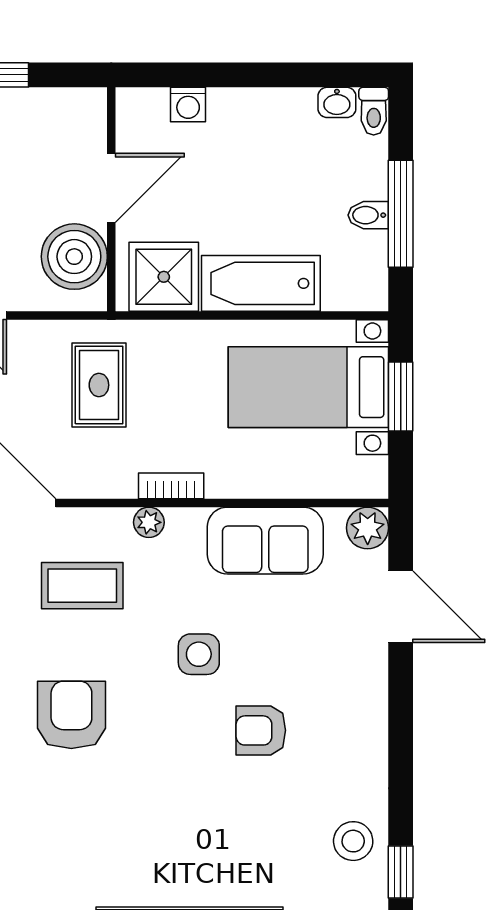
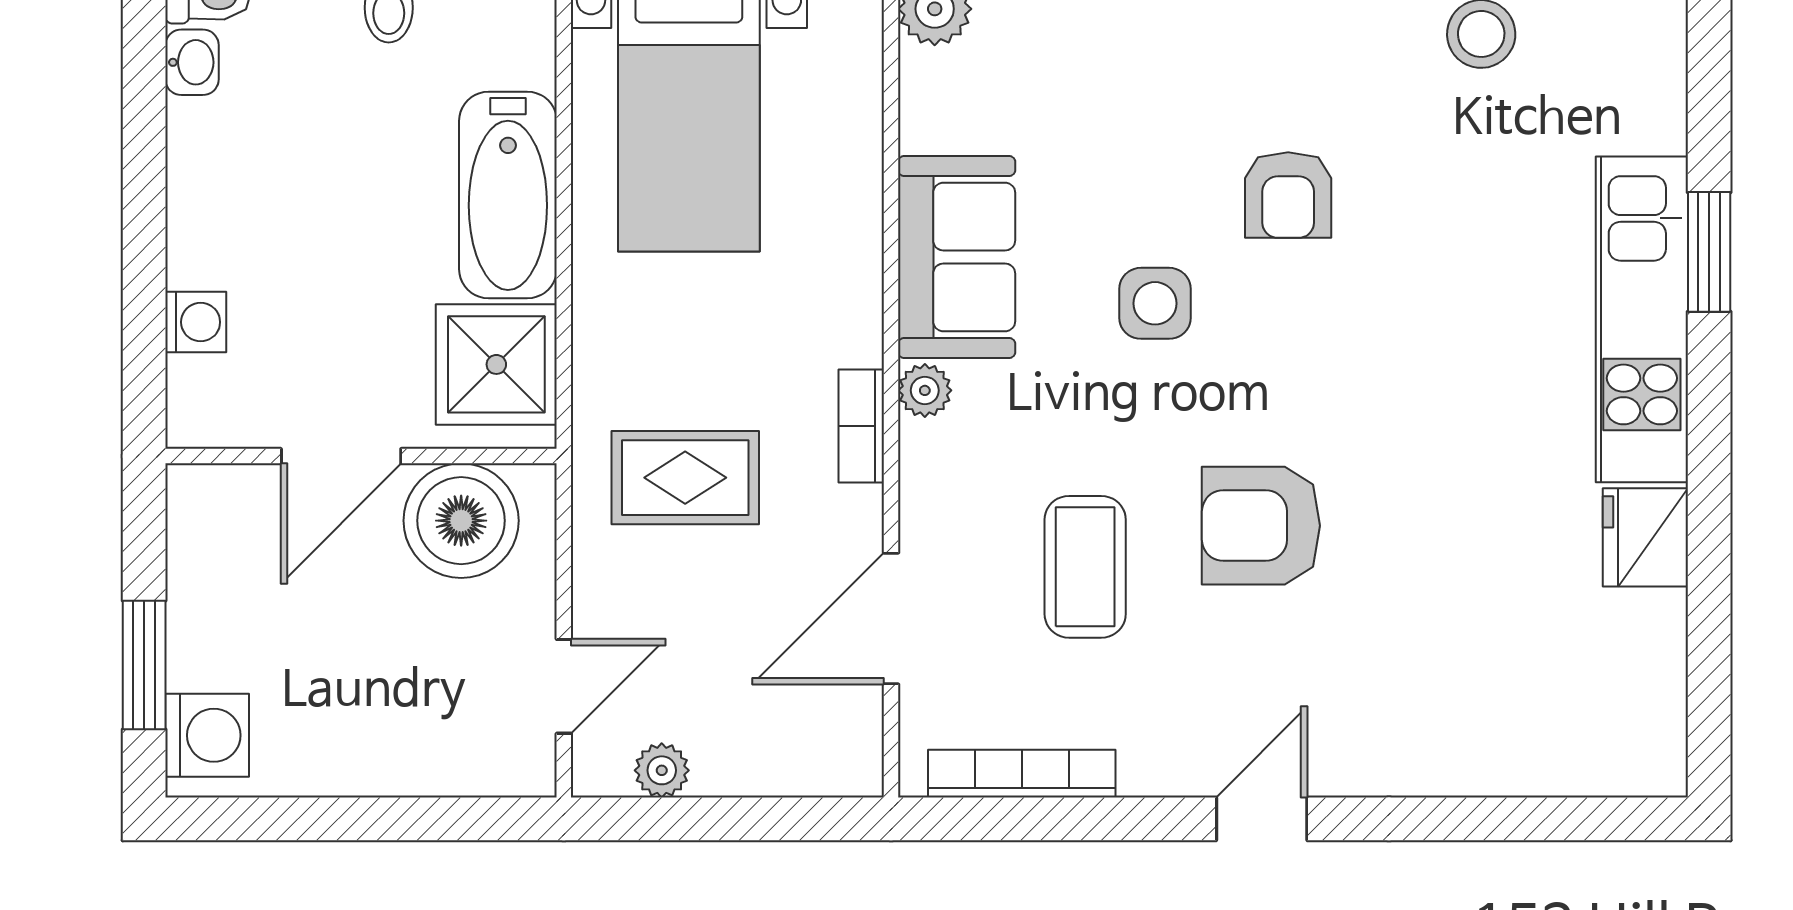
door: (111, 188) -> (341, 456), swing flipped
bookcase: (171, 486) -> (861, 426), moved
sofa: (265, 541) -> (957, 257), moved
coffee table: (82, 586) -> (1085, 567), moved

